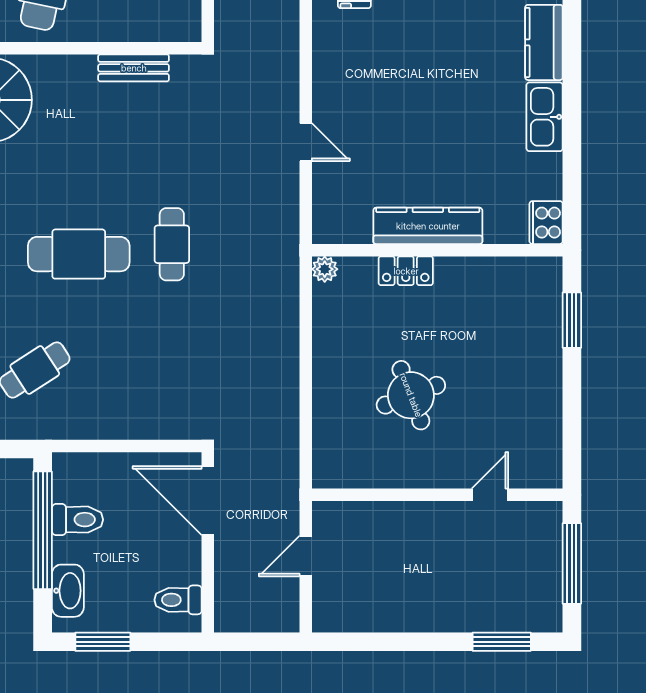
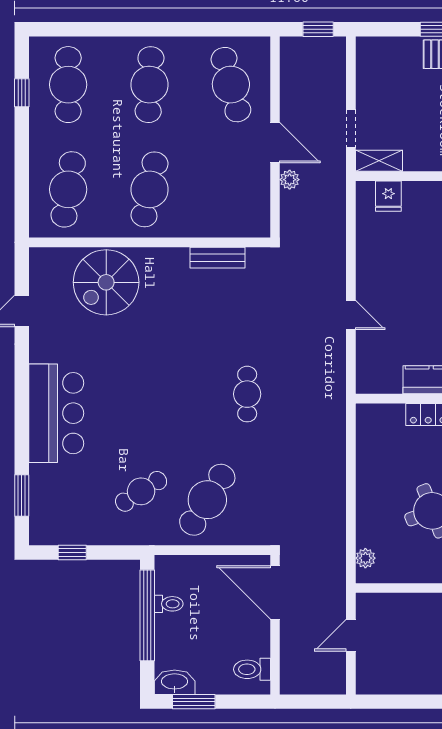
cafe table: (79, 254) -> (207, 500), moved, turned -58
plant: (325, 269) -> (365, 558), moved
toilet: (77, 520) -> (169, 604), width x0.73, depth x0.72
washbasin: (68, 591) -> (175, 682), moved, turned -90

